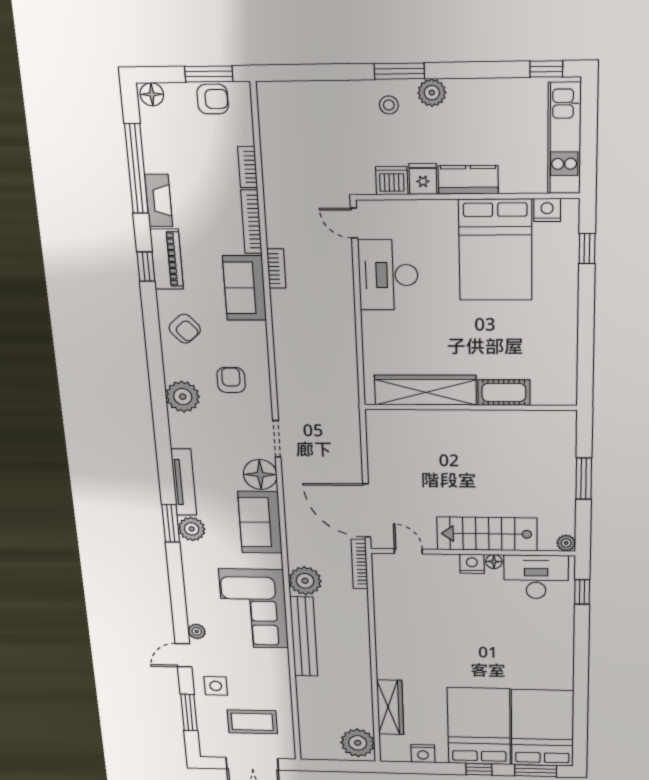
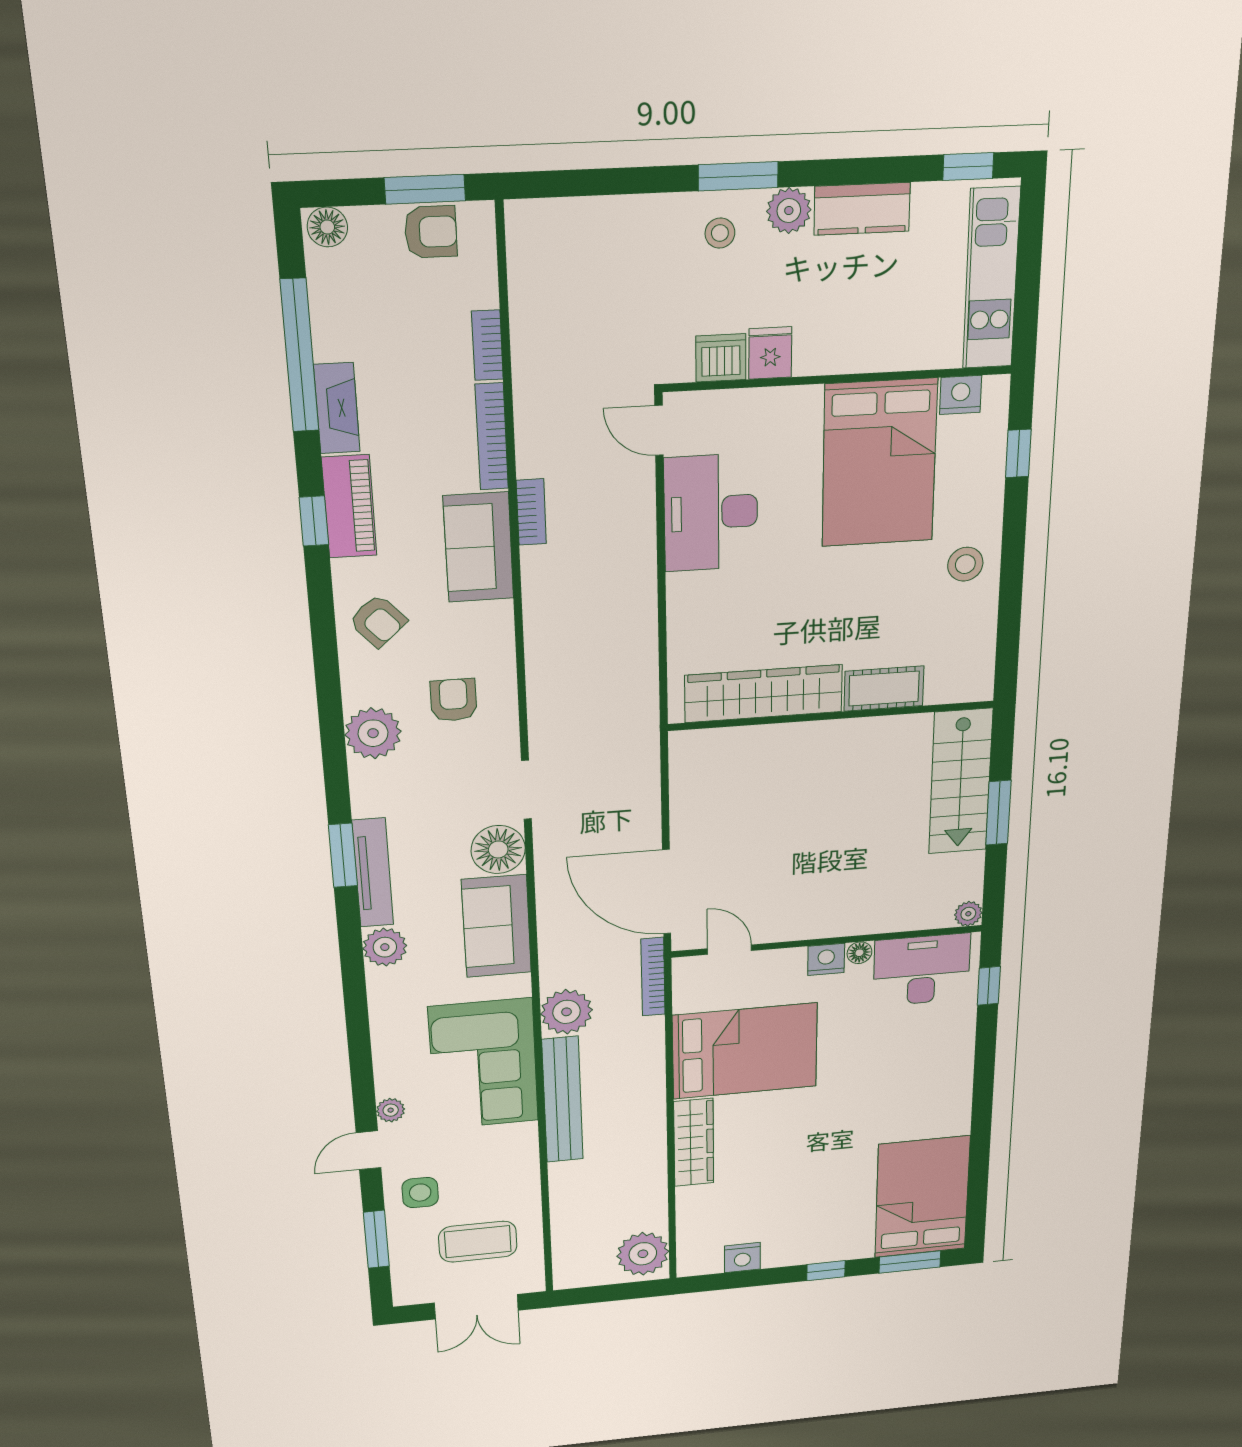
kitchen counter: (468, 180) -> (862, 209), moved, turned 180
stool: (555, 317) -> (965, 564), added
window: (171, 523) -> (343, 855), moved
stairs: (487, 534) -> (961, 782), moved, turned -90
wardrobe: (390, 707) -> (694, 1142), moved
bed: (479, 726) -> (745, 1051), moved, turned 90

